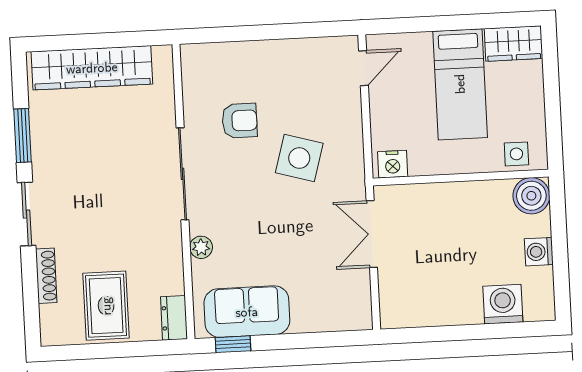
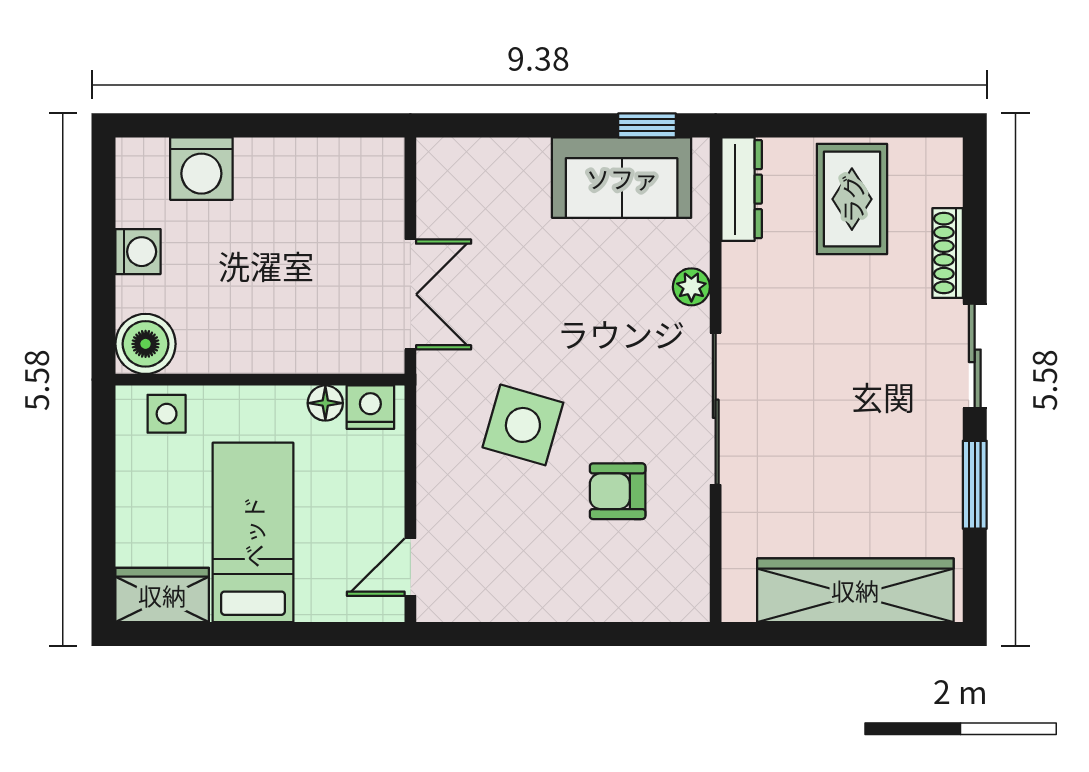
floor lamp: (420, 165) -> (325, 403), added
dresser: (174, 318) -> (742, 189), width x1.44

